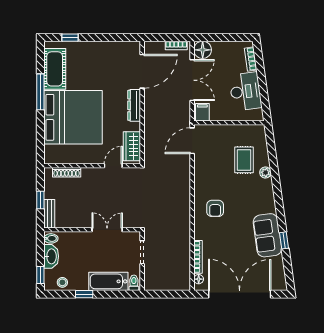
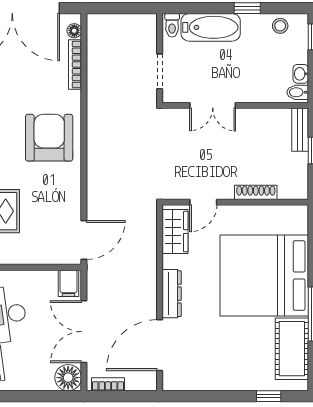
shoe rack: (67, 172) -> (256, 192), moved
armchair: (215, 208) -> (49, 138), width x1.88, depth x1.88
washbasin: (51, 256) -> (301, 74), width x0.52, depth x0.69

